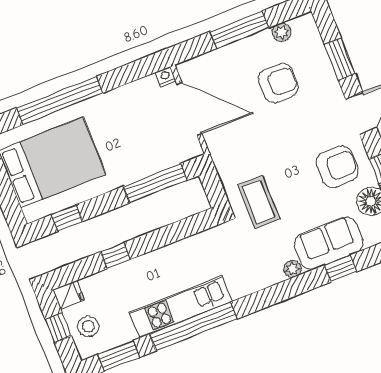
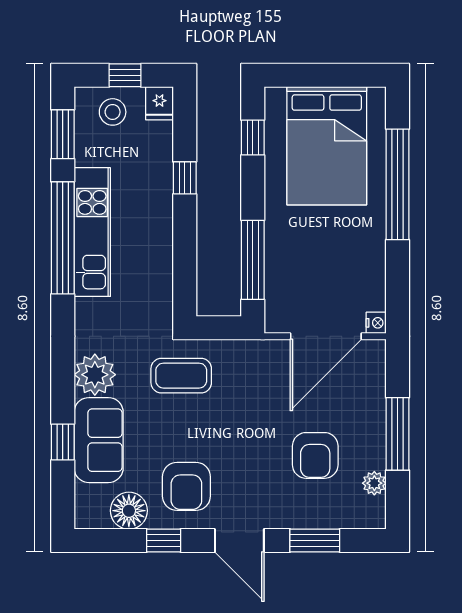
plant: (292, 269) -> (95, 375), width x1.88, depth x1.88

